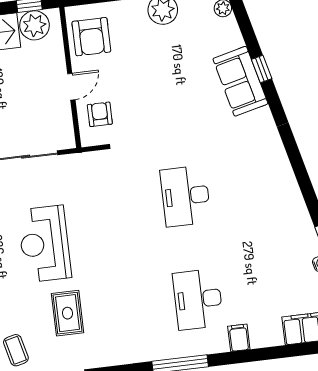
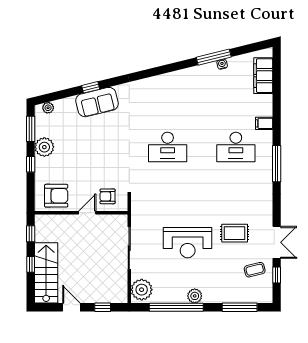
plant: (34, 25) -> (44, 232), removed
door: (71, 87) -> (87, 213), hinge flipped

